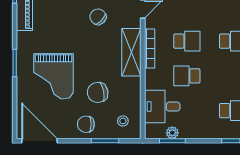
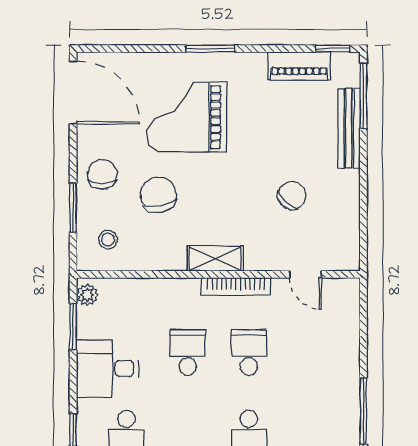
school desk: (187, 41) -> (249, 352), turned 180
shelving: (131, 52) -> (215, 259), width x0.67, depth x0.75
desk: (162, 107) -> (107, 369), moved, turned -90
plant: (172, 133) -> (87, 295), moved
door: (40, 141) -> (73, 92), hinge flipped

